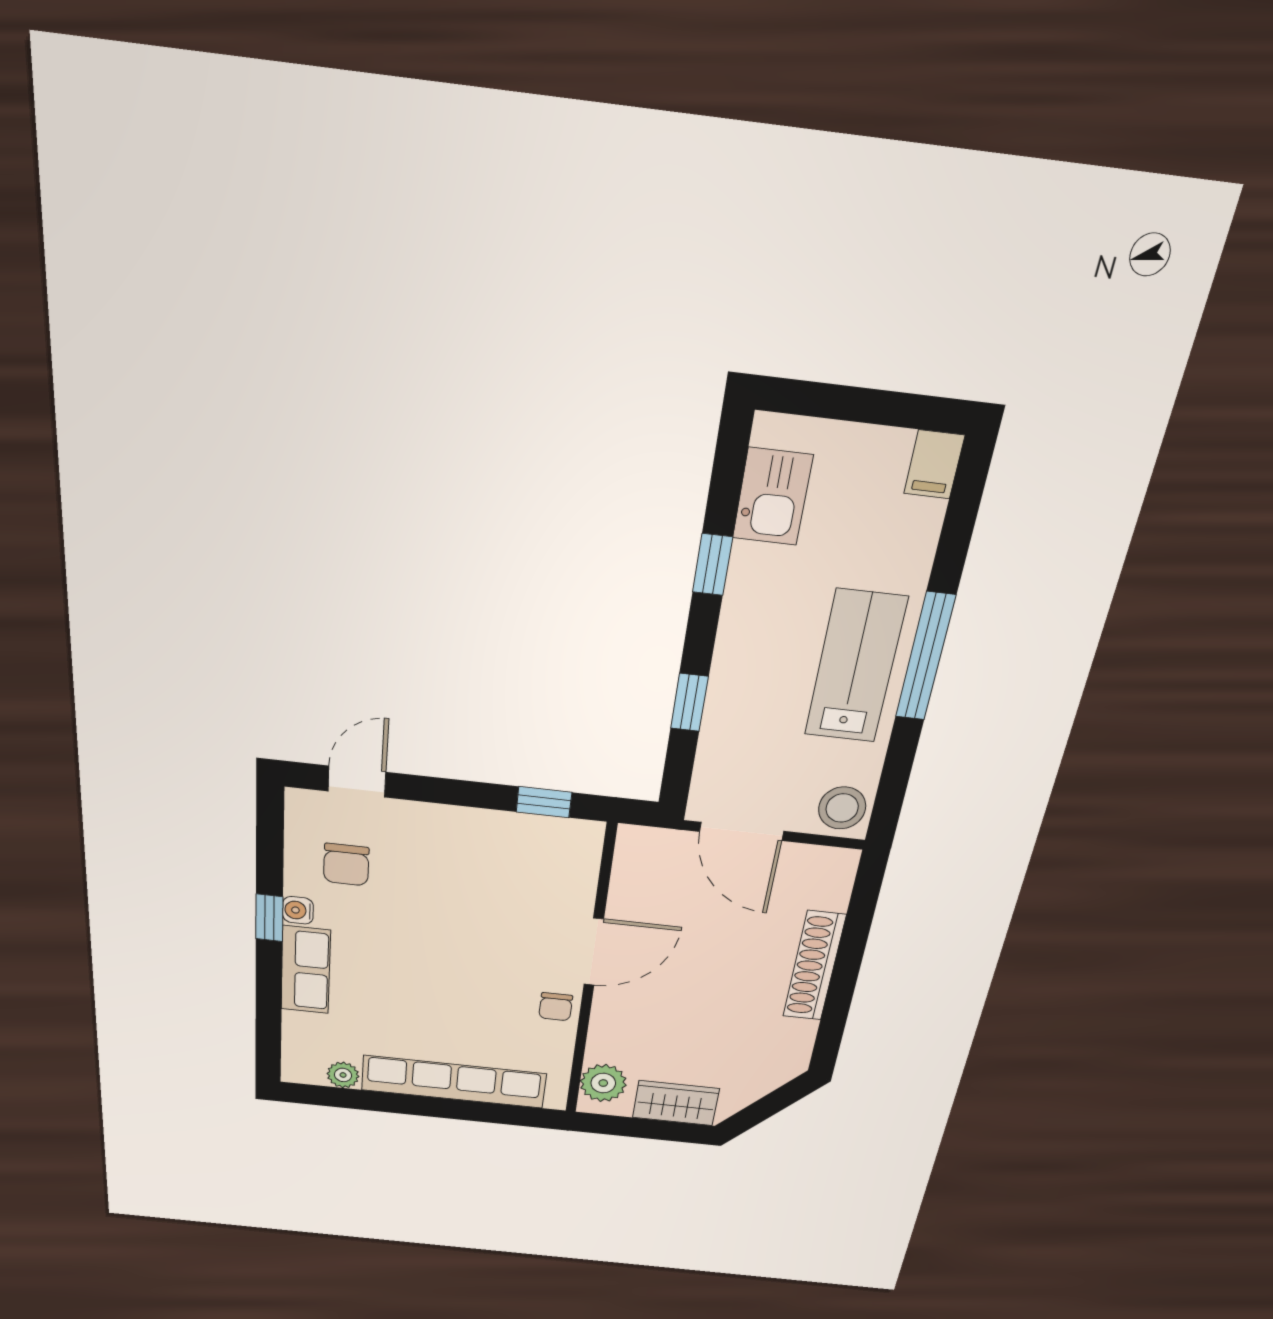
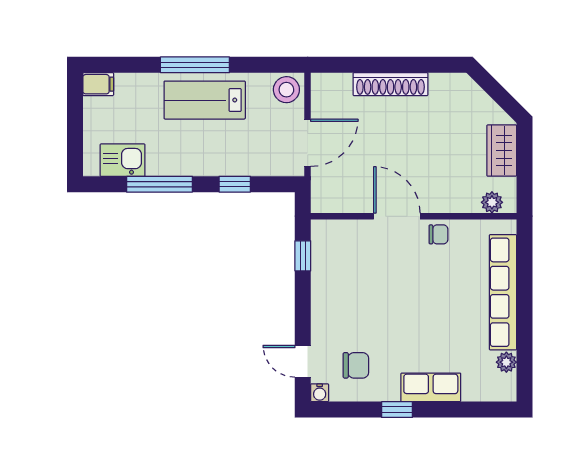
window: (712, 565) -> (160, 184), width x2.17
water cooler: (298, 910) -> (320, 393), moved
plant: (603, 1083) -> (492, 202), width x0.73, depth x0.73

